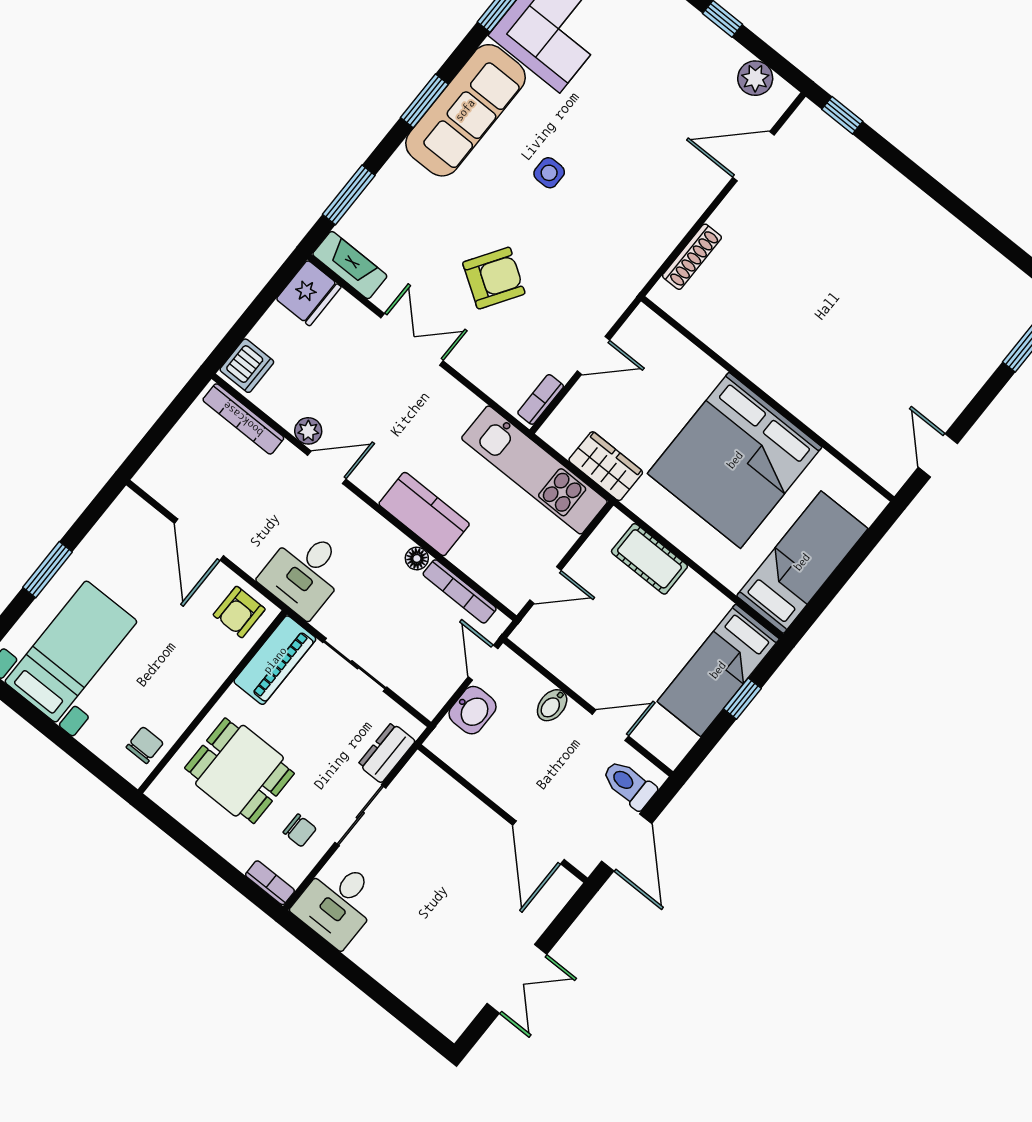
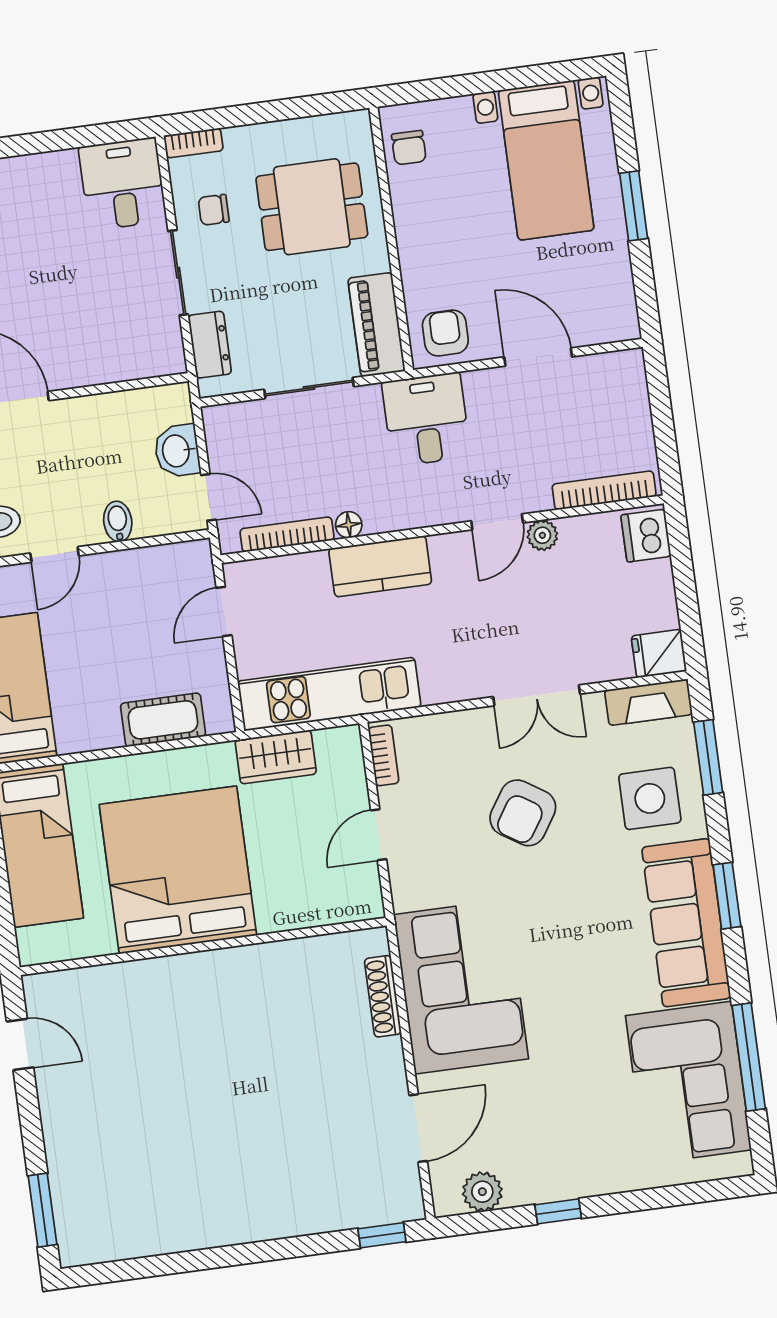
side table: (549, 173) -> (650, 798), moved, width x1.87, depth x1.87
corner sofa: (640, 213) -> (461, 987), added
fridge: (309, 293) -> (659, 654), width x0.72

